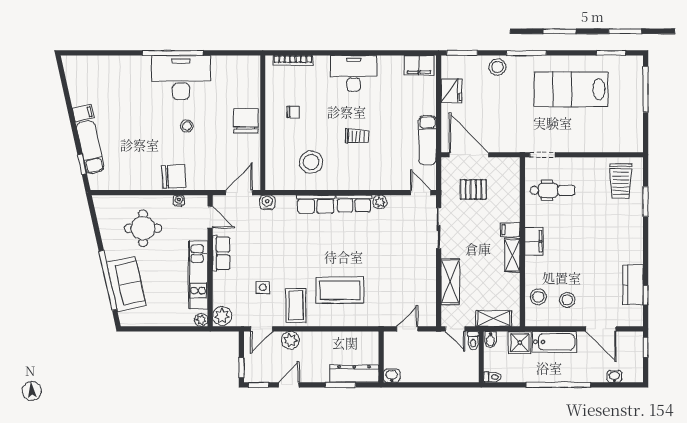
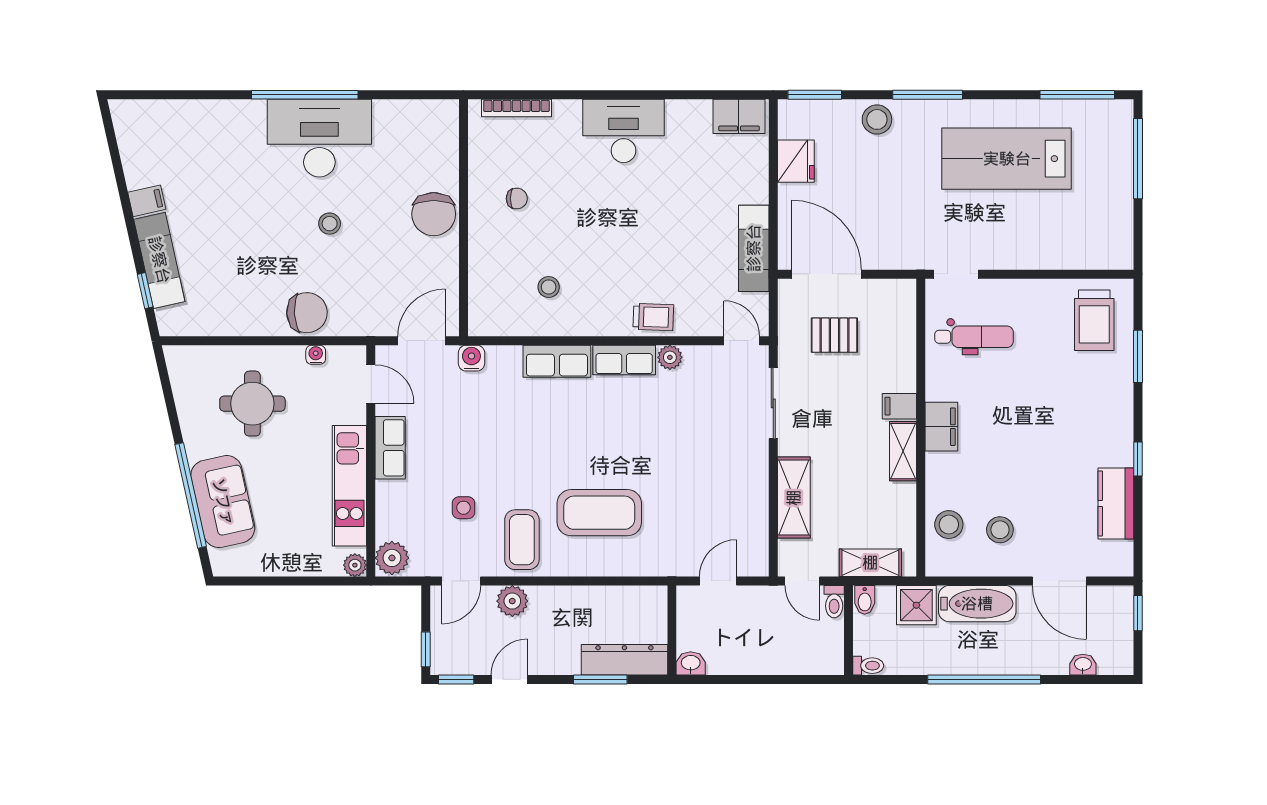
window: (611, 53) -> (1077, 95), width x1.44
chair: (246, 121) -> (434, 214), turned 180
trolley: (357, 136) -> (653, 317), moved
stool: (311, 162) -> (549, 287), width x0.53, depth x0.53
window: (646, 295) -> (1138, 459), moved

